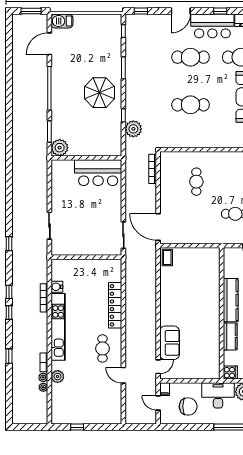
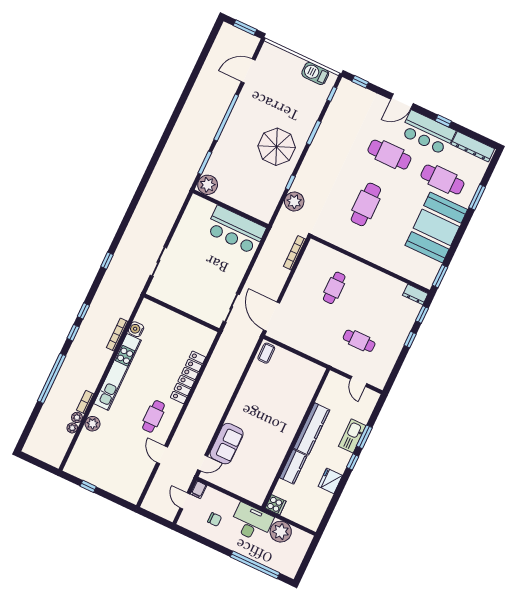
barbecue: (62, 21) -> (315, 73), moved
cafe table: (191, 105) -> (366, 204), turned 90
window: (9, 356) -> (52, 378), width x3.17
chair: (188, 406) -> (215, 519), width x0.54, depth x0.54

